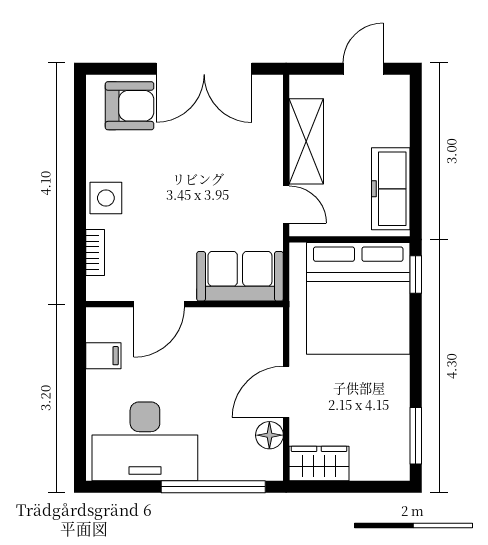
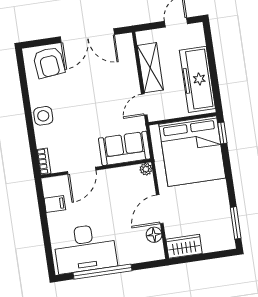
armchair: (130, 106) -> (49, 62), turned 84
freezer: (391, 189) -> (197, 79), width x1.36, depth x1.26
door: (286, 204) -> (144, 105), swing flipped
bookcase: (95, 253) -> (44, 161), moved
plant: (272, 318) -> (146, 169), added
window: (213, 487) -> (102, 272), moved

